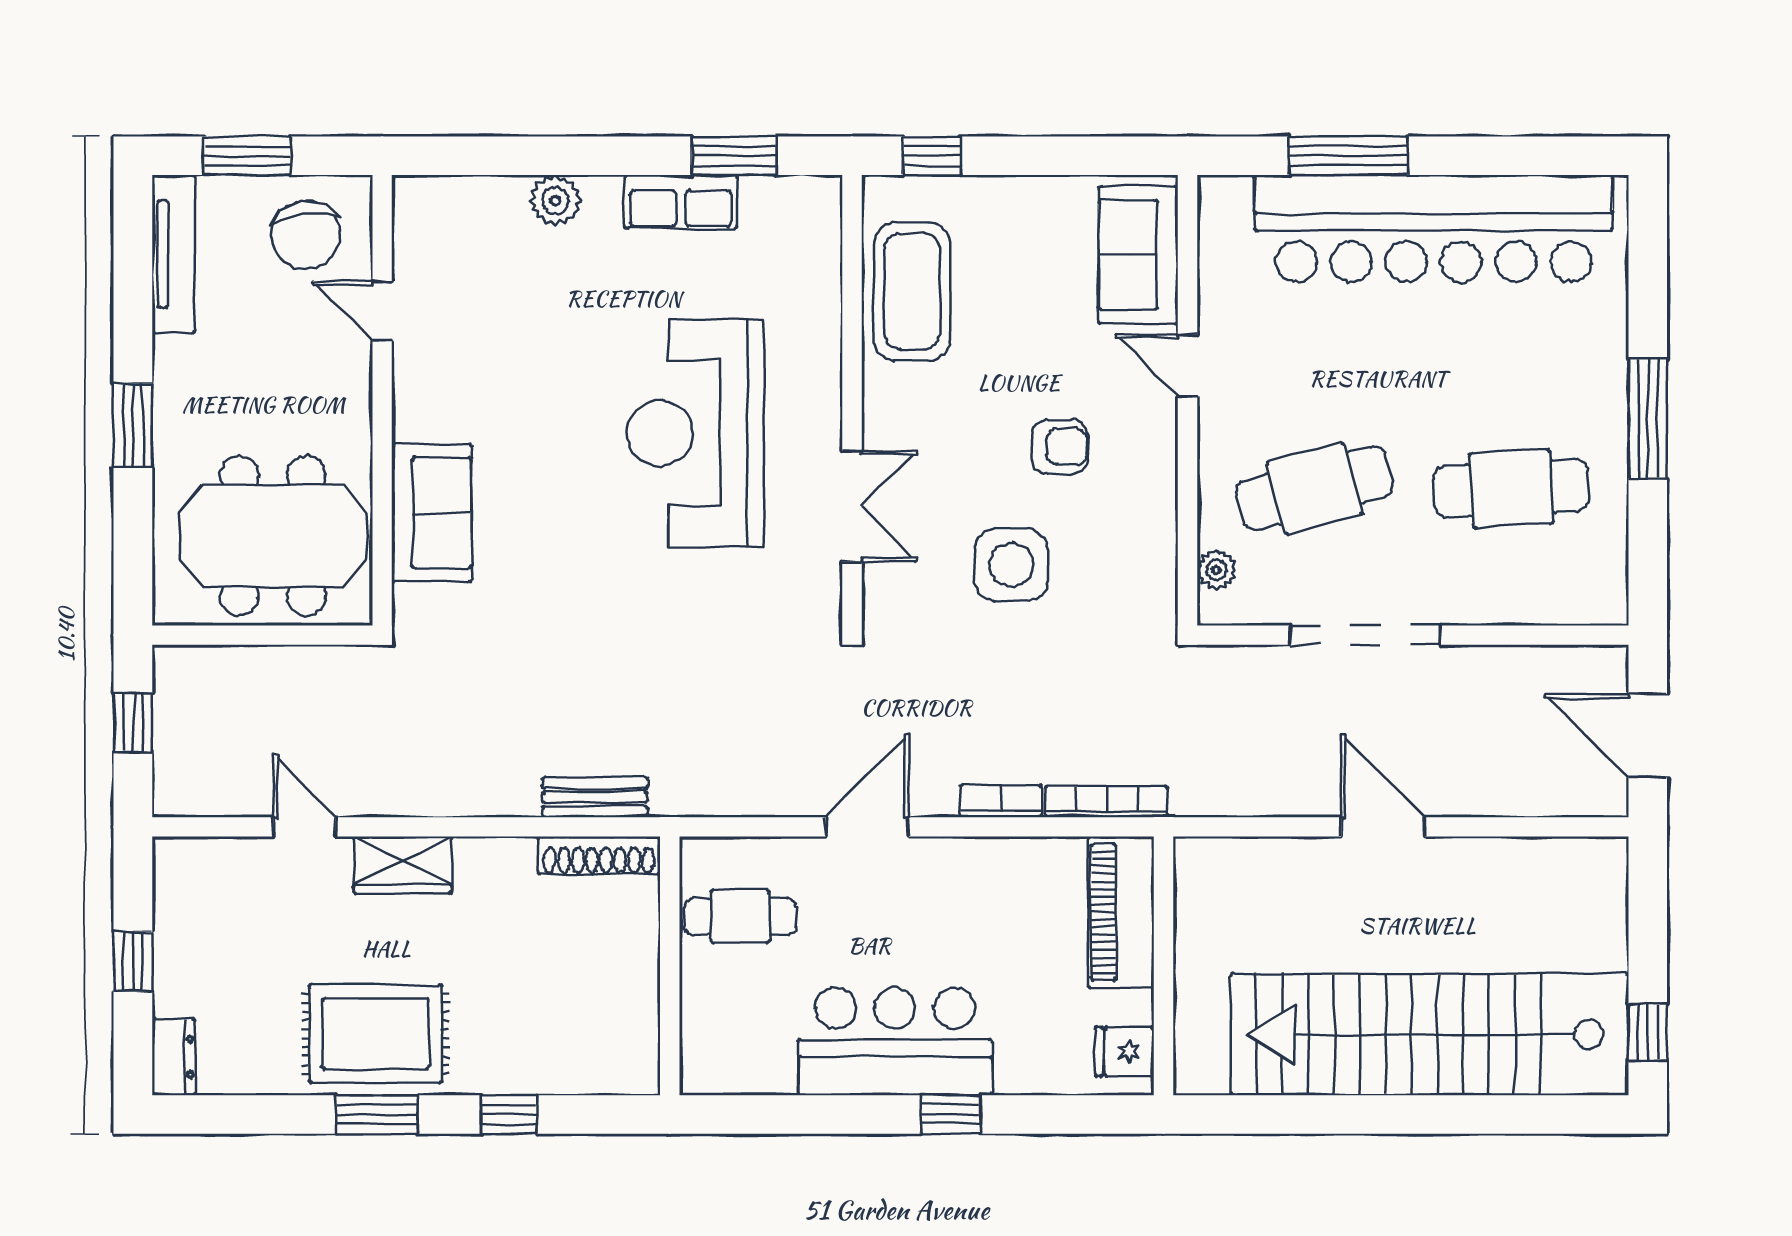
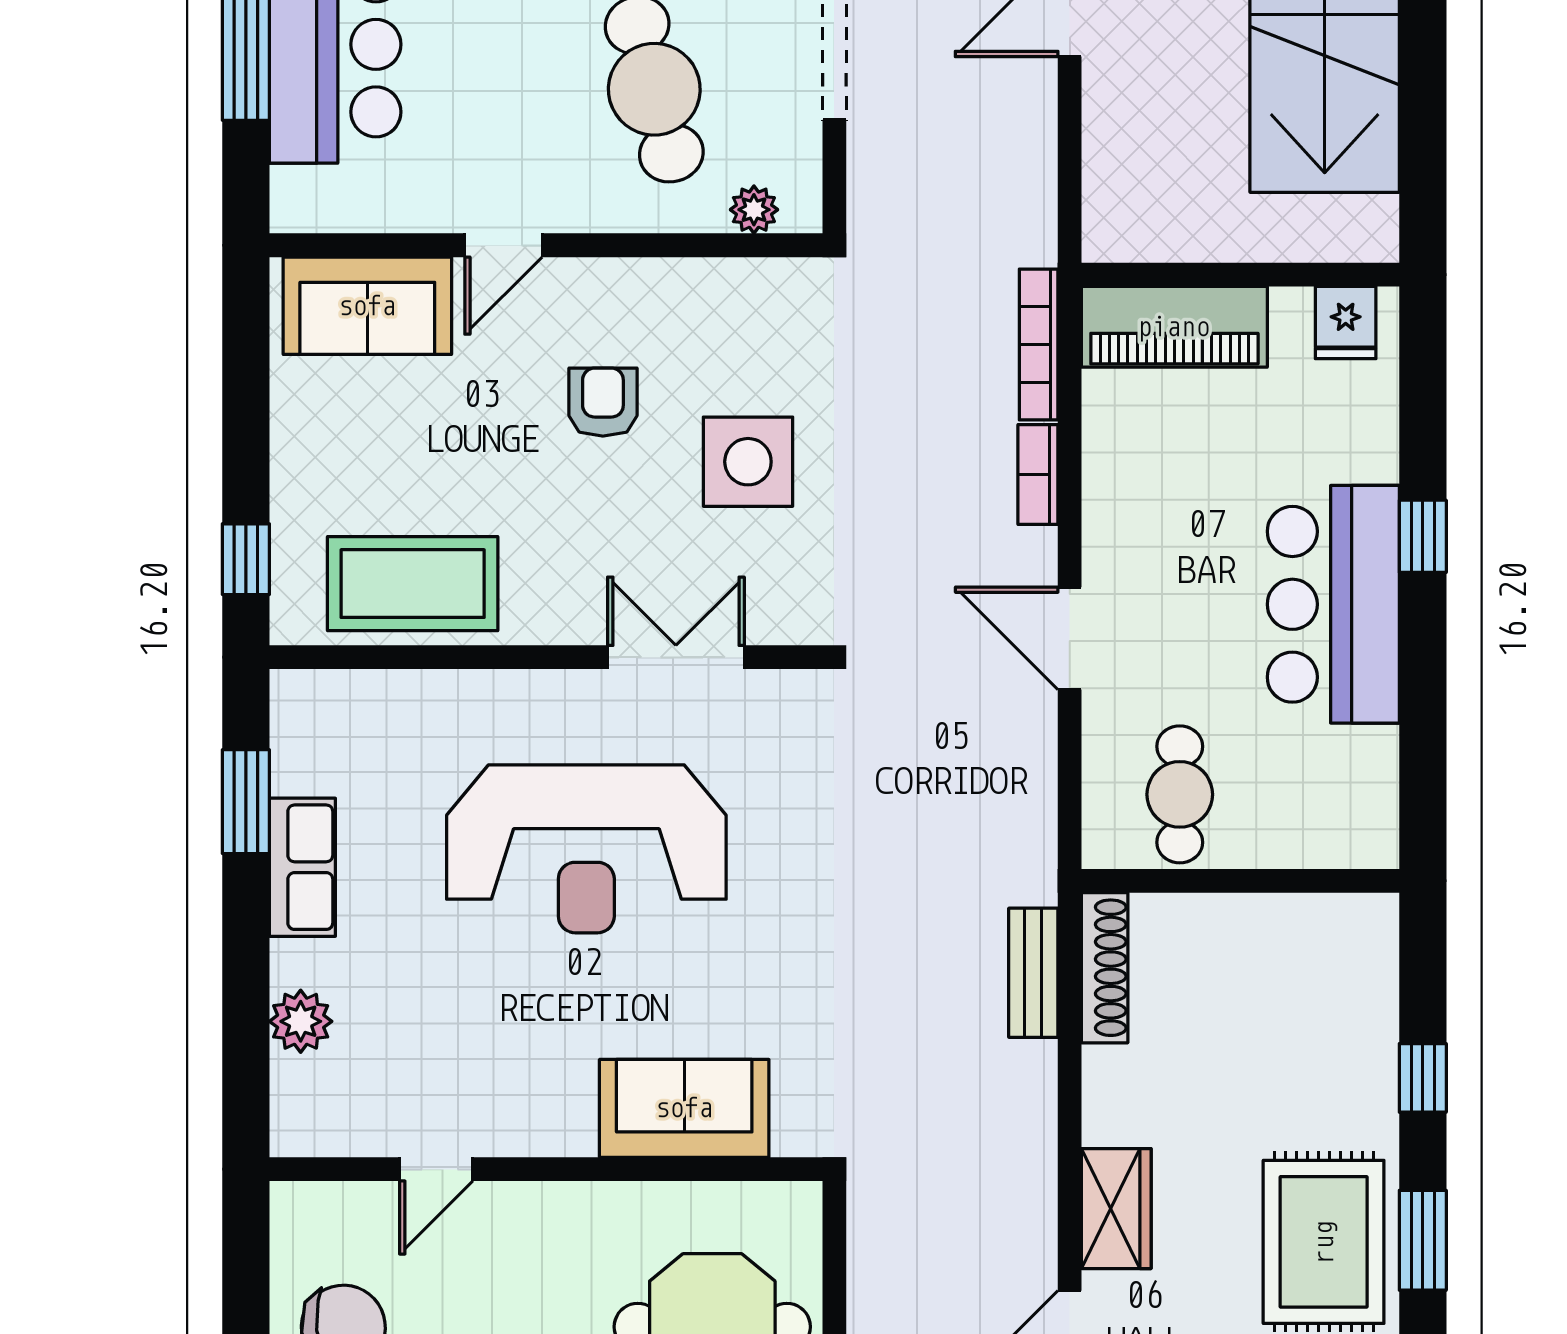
door: (382, 311) -> (436, 1169), moved
wall: (382, 400) -> (546, 1169), moved
sofa: (432, 513) -> (684, 1108), moved

